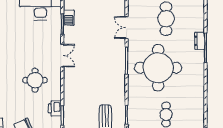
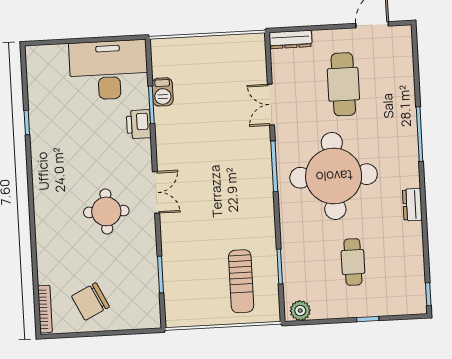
dresser: (200, 41) -> (412, 205), moved
double door: (62, 56) -> (156, 192), moved
printer: (55, 108) -> (139, 124), moved

